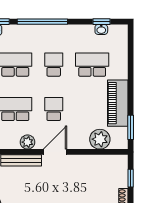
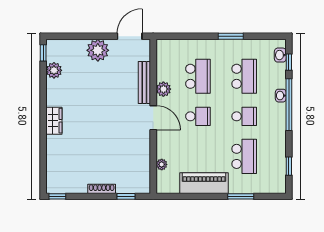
washbasin: (101, 29) -> (281, 96), moved
window: (131, 127) -> (241, 196), moved
plant: (100, 139) -> (162, 164), width x0.53, depth x0.53

